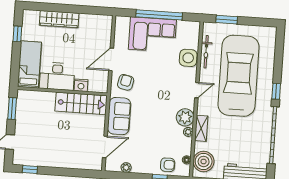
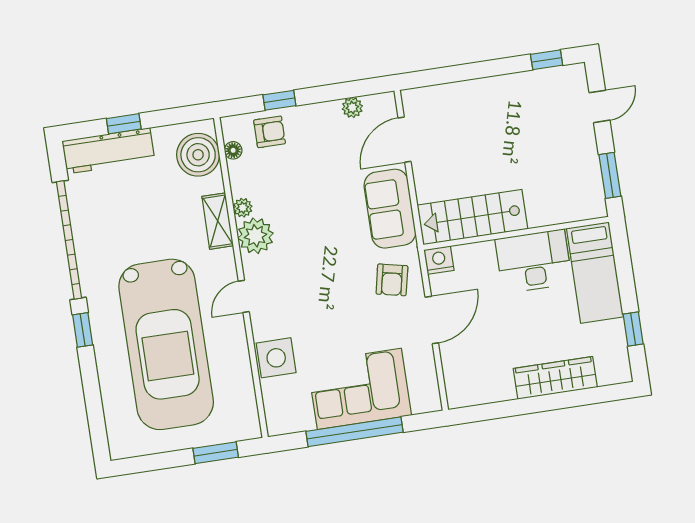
bicycle: (206, 52) -> (243, 378), removed
nightstand: (81, 85) -> (439, 260), moved
armchair: (168, 165) -> (270, 132), turned 180

